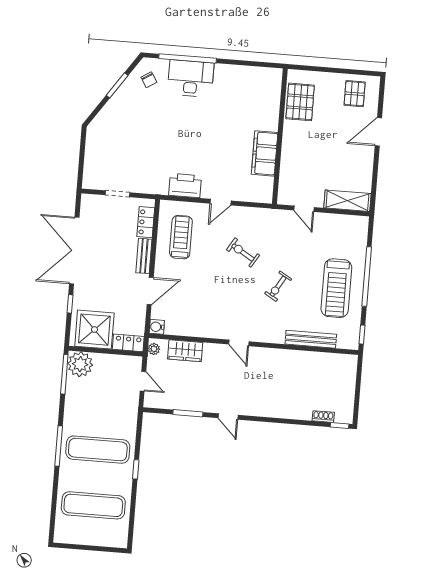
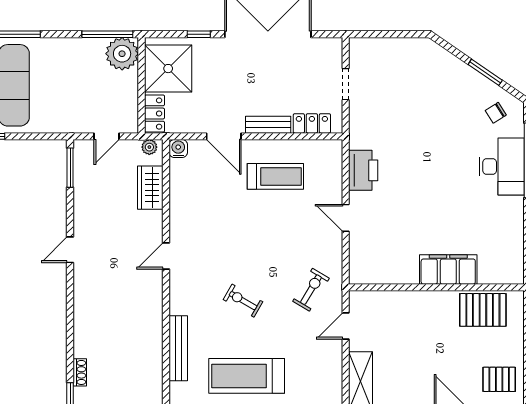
filing cabinet: (265, 153) -> (448, 270), moved
treadmill: (181, 237) -> (275, 176), moved
exercise bike: (243, 252) -> (311, 290), moved
window: (188, 413) -> (70, 168), moved

